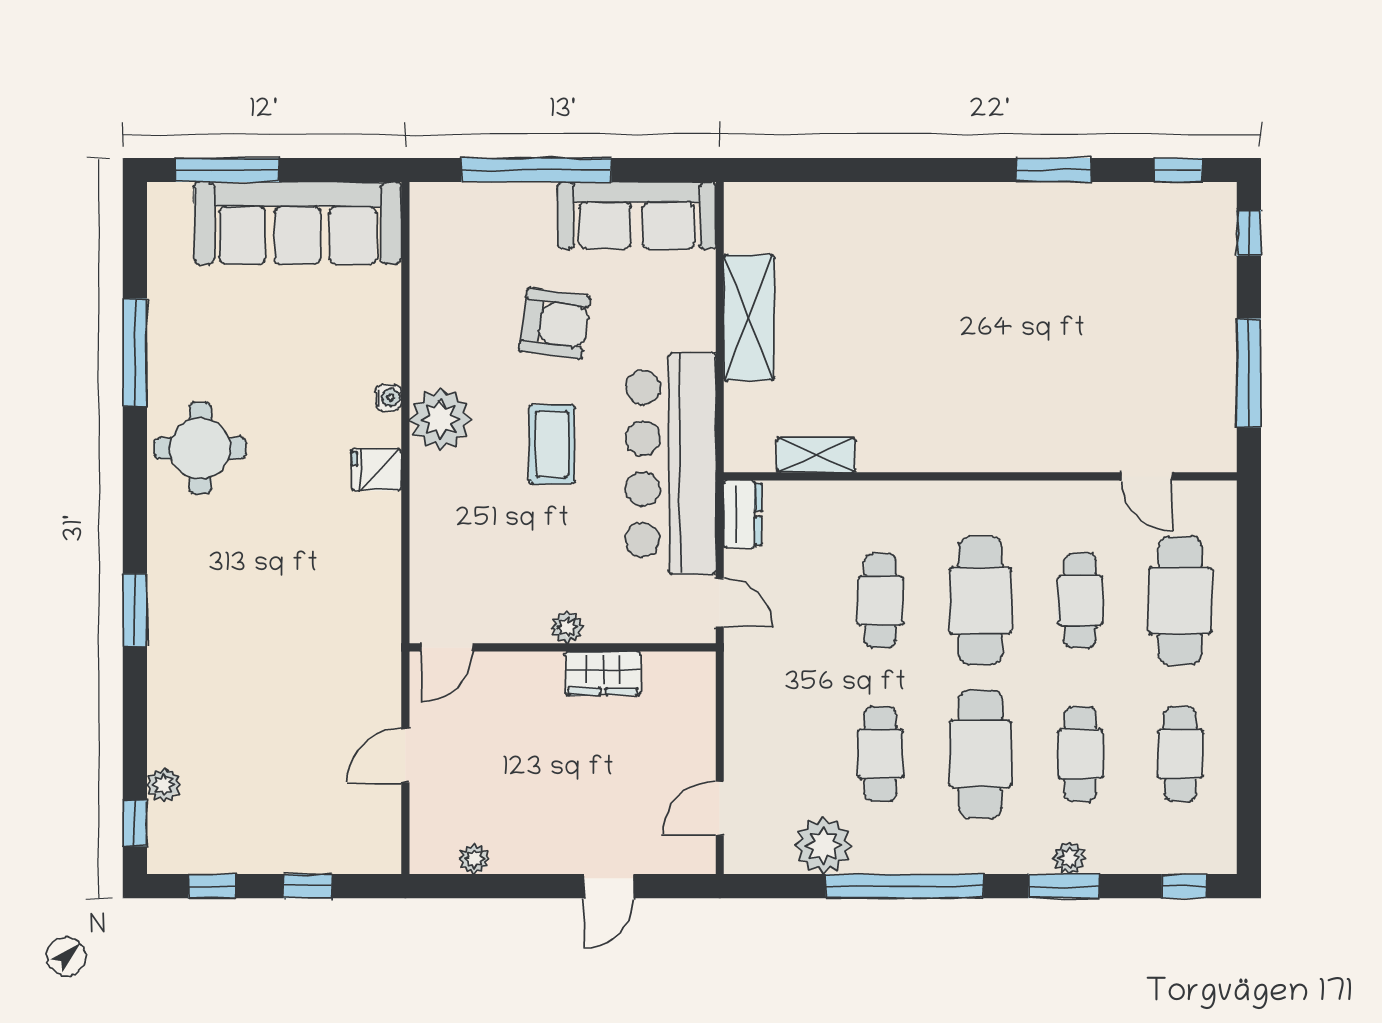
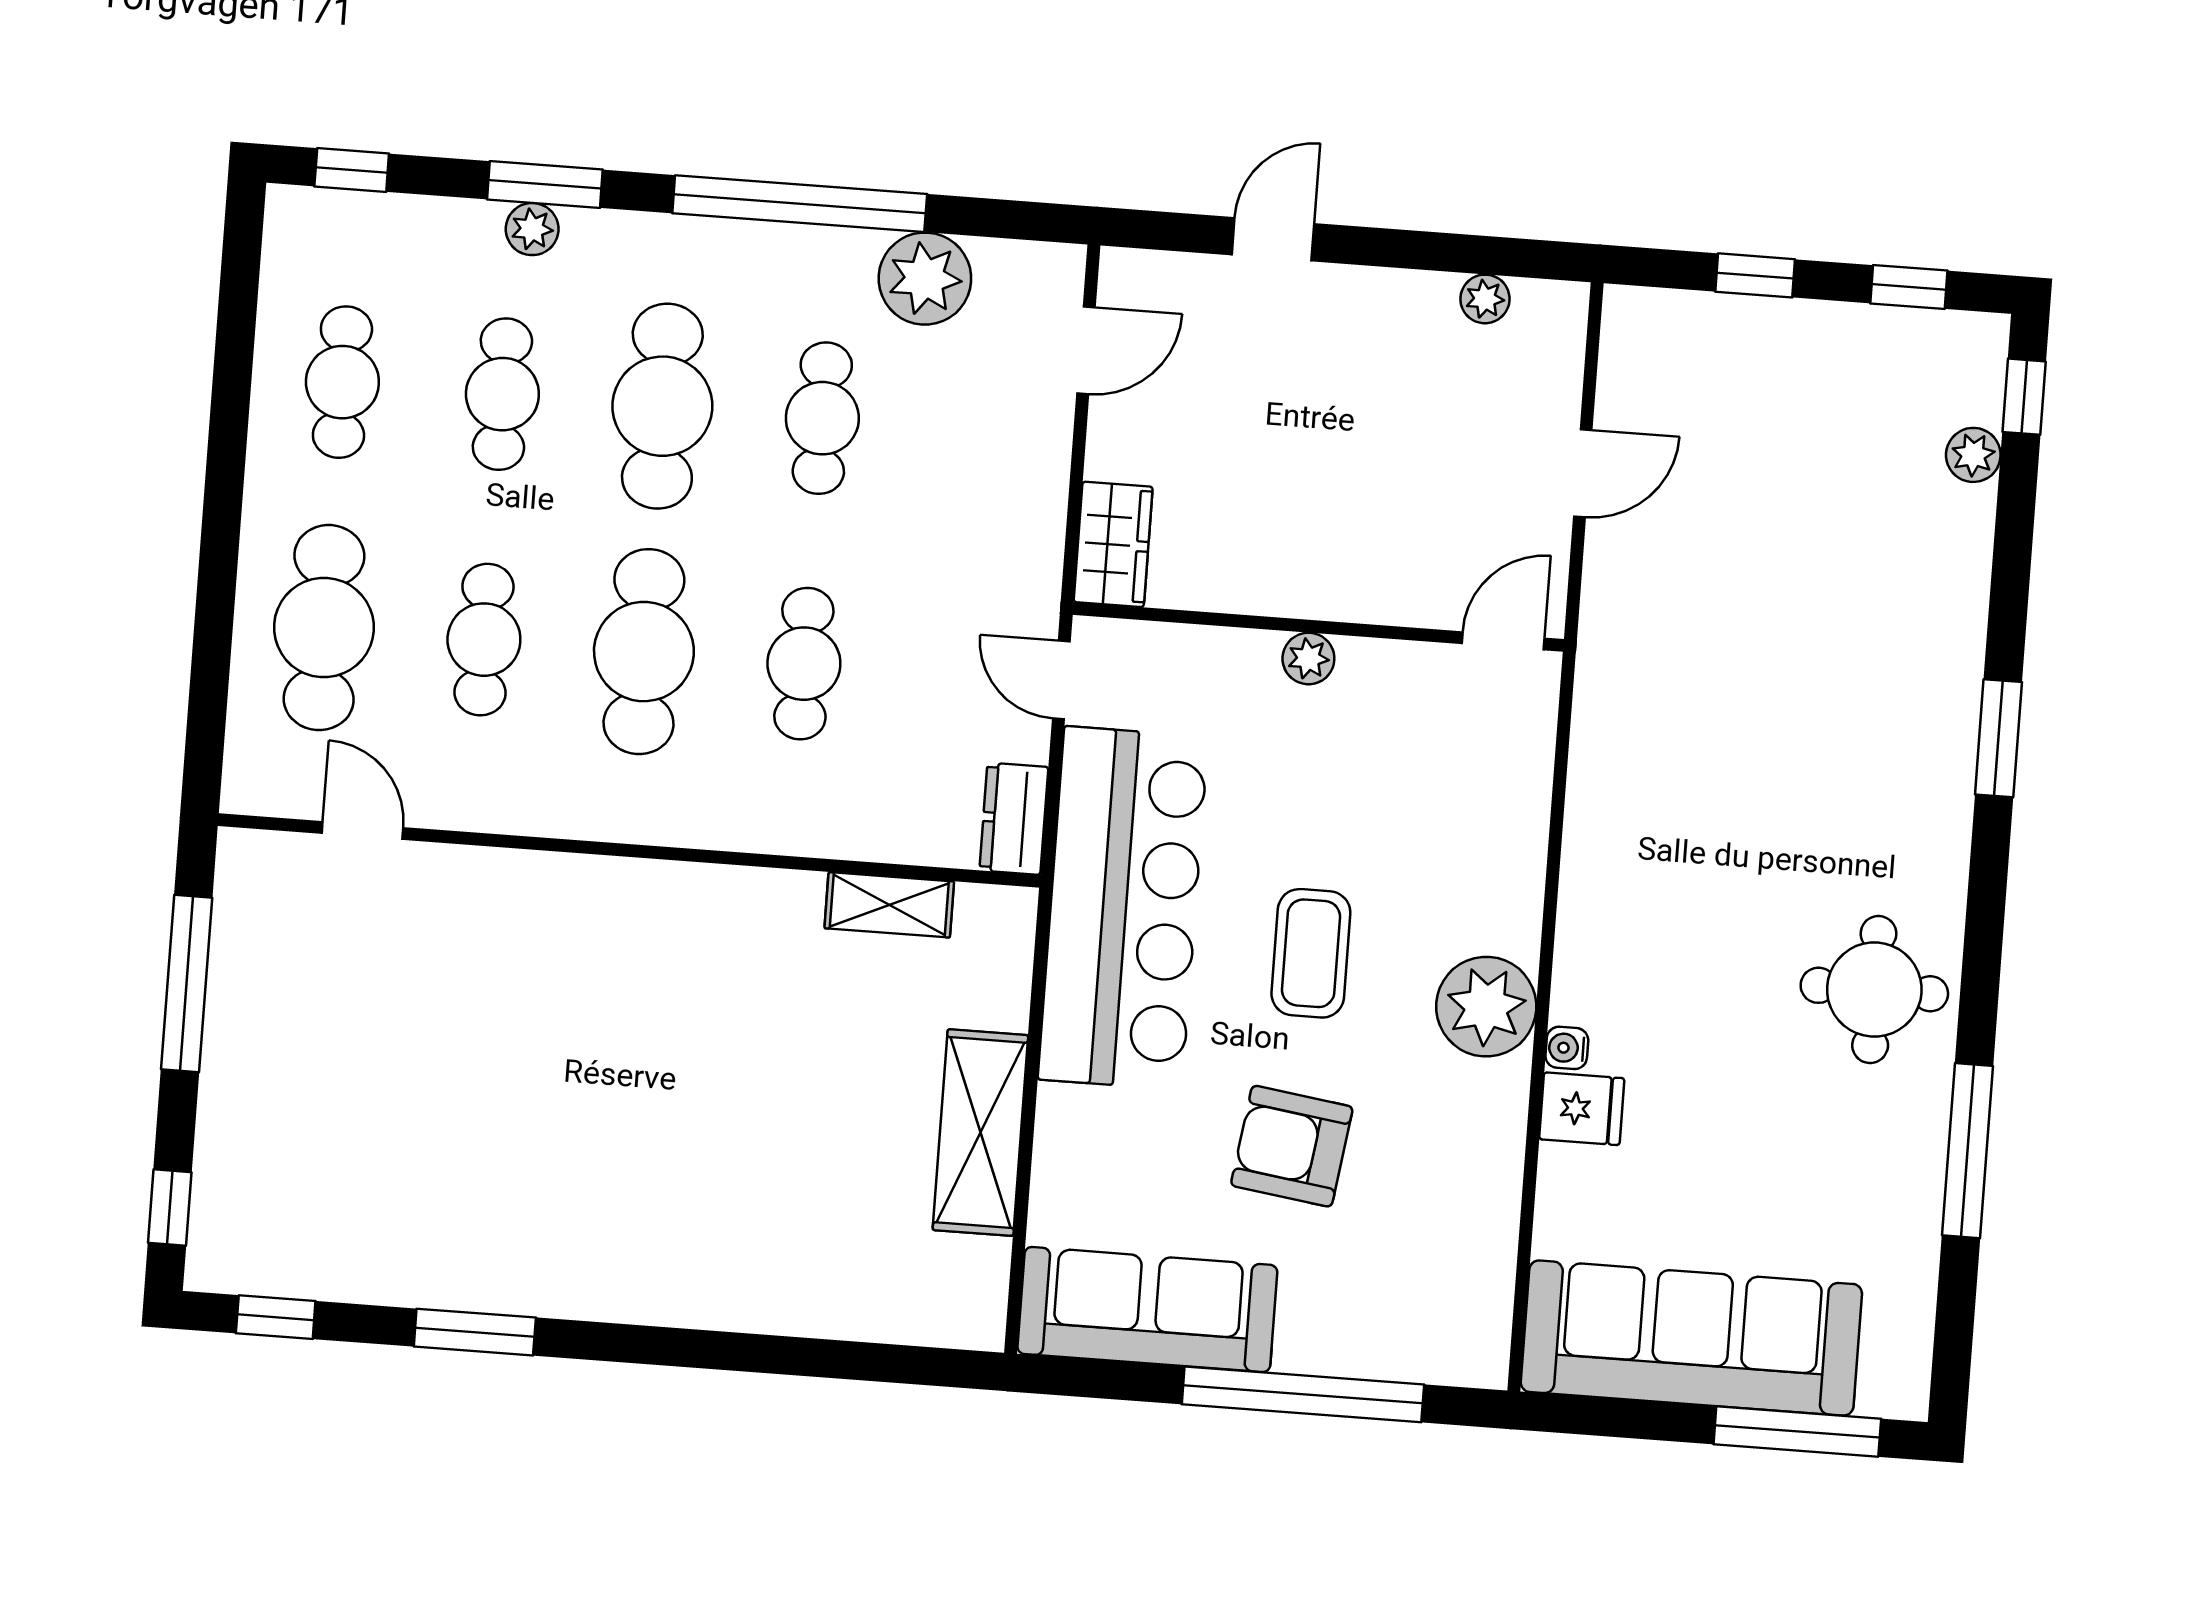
fridge: (376, 470) -> (1582, 1109), moved
wardrobe: (603, 673) -> (1113, 544), moved, turned 90

